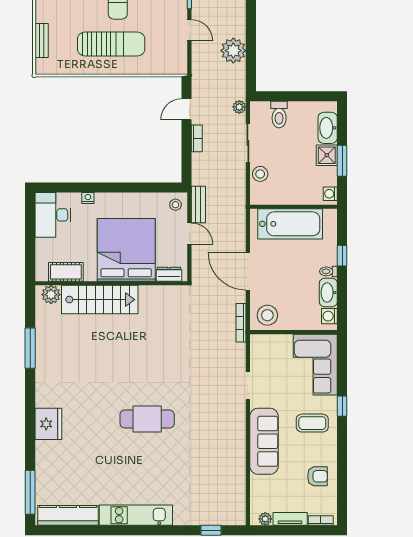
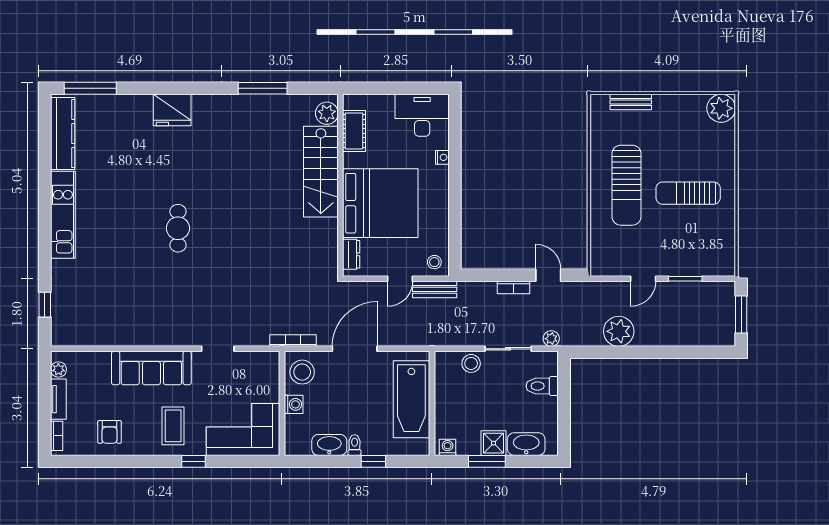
washing machine: (329, 316) -> (294, 404), moved, turned 90
cafe table: (147, 419) -> (178, 228), width x0.73, depth x0.74

